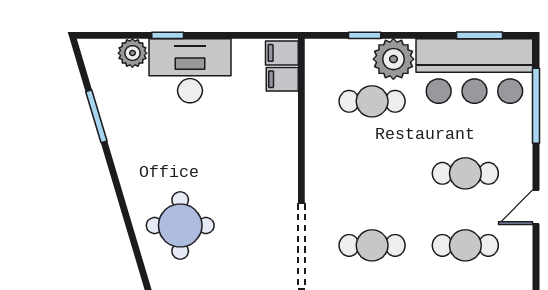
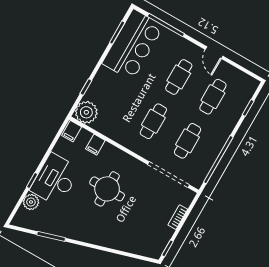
plant: (393, 59) -> (86, 112), moved
filing cabinet: (282, 79) -> (95, 145), moved
cafe table: (372, 101) -> (153, 121), moved
round table: (180, 225) -> (107, 189), moved

